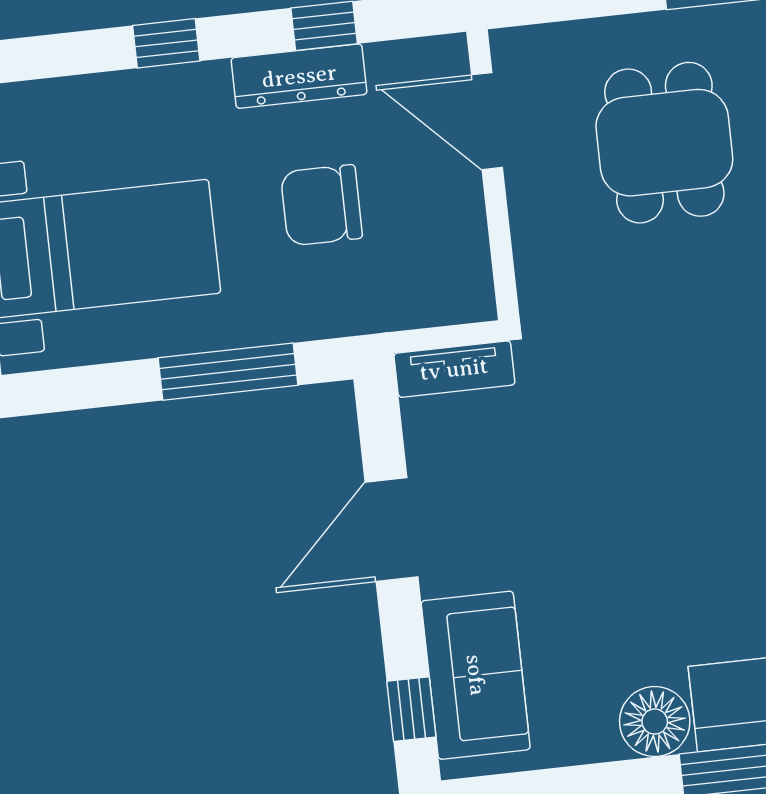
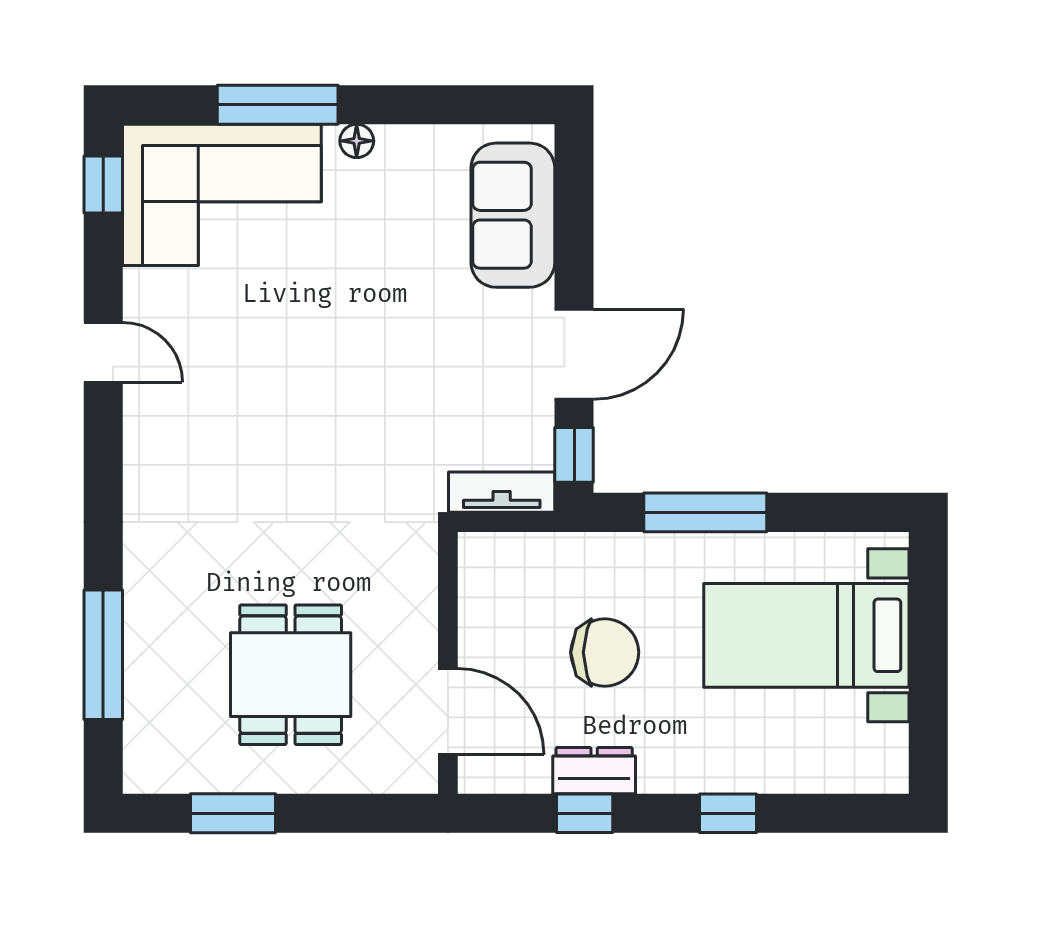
dresser: (299, 76) -> (594, 771), width x0.70
window: (411, 709) -> (574, 455), moved
floor lamp: (655, 722) -> (357, 141), width x0.53, depth x0.53

